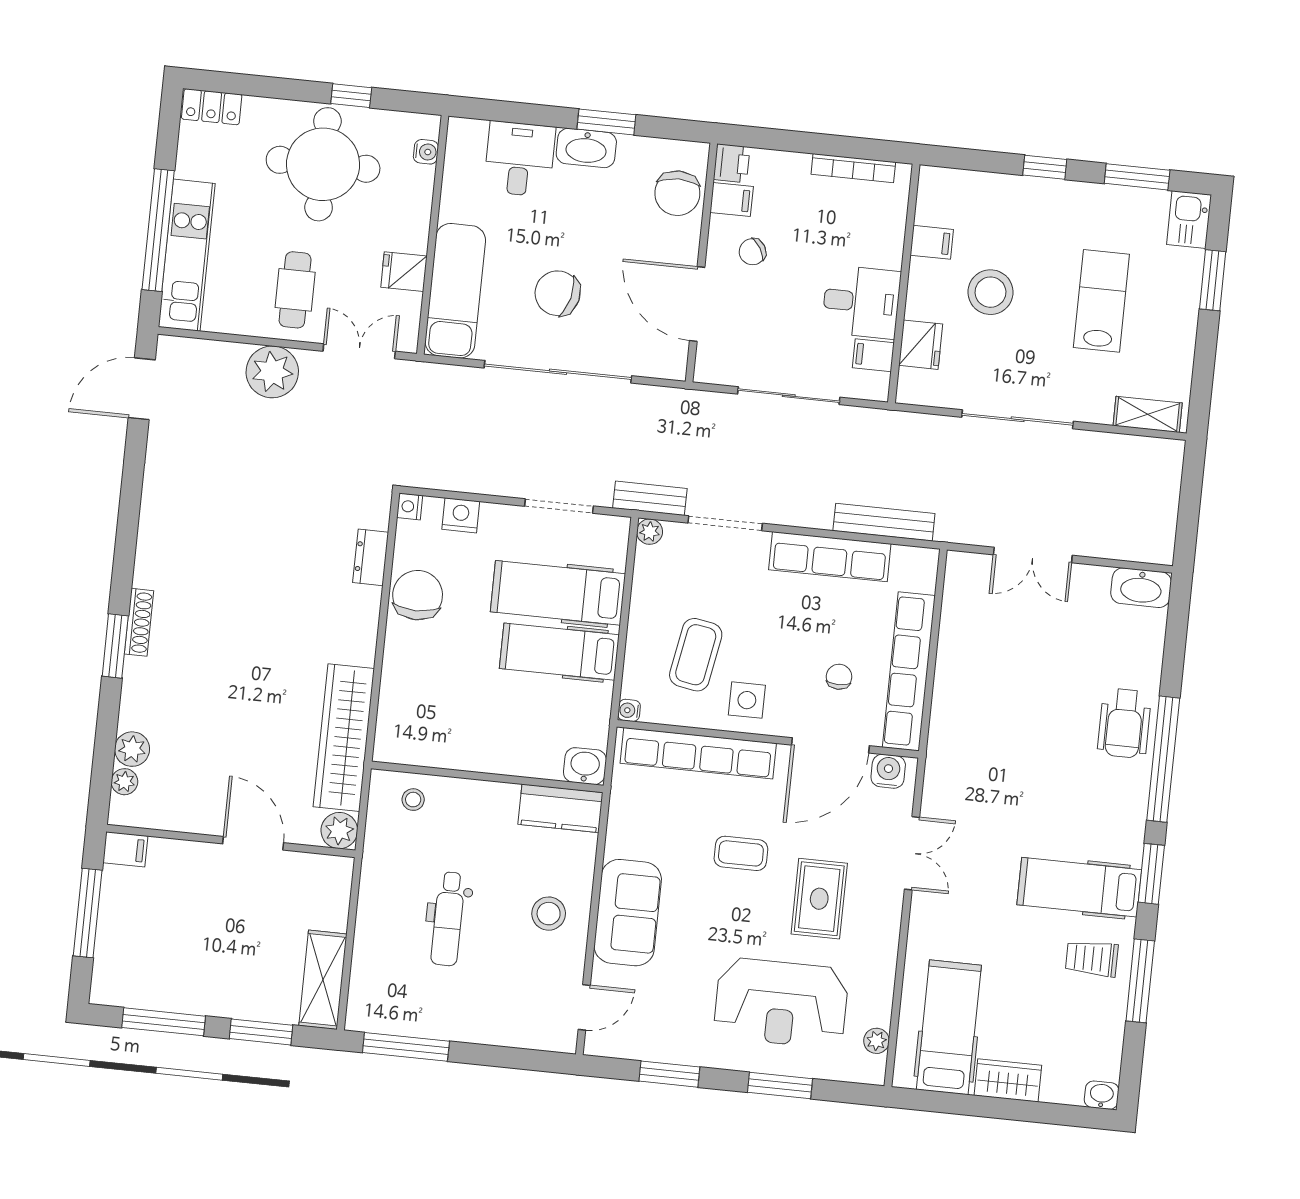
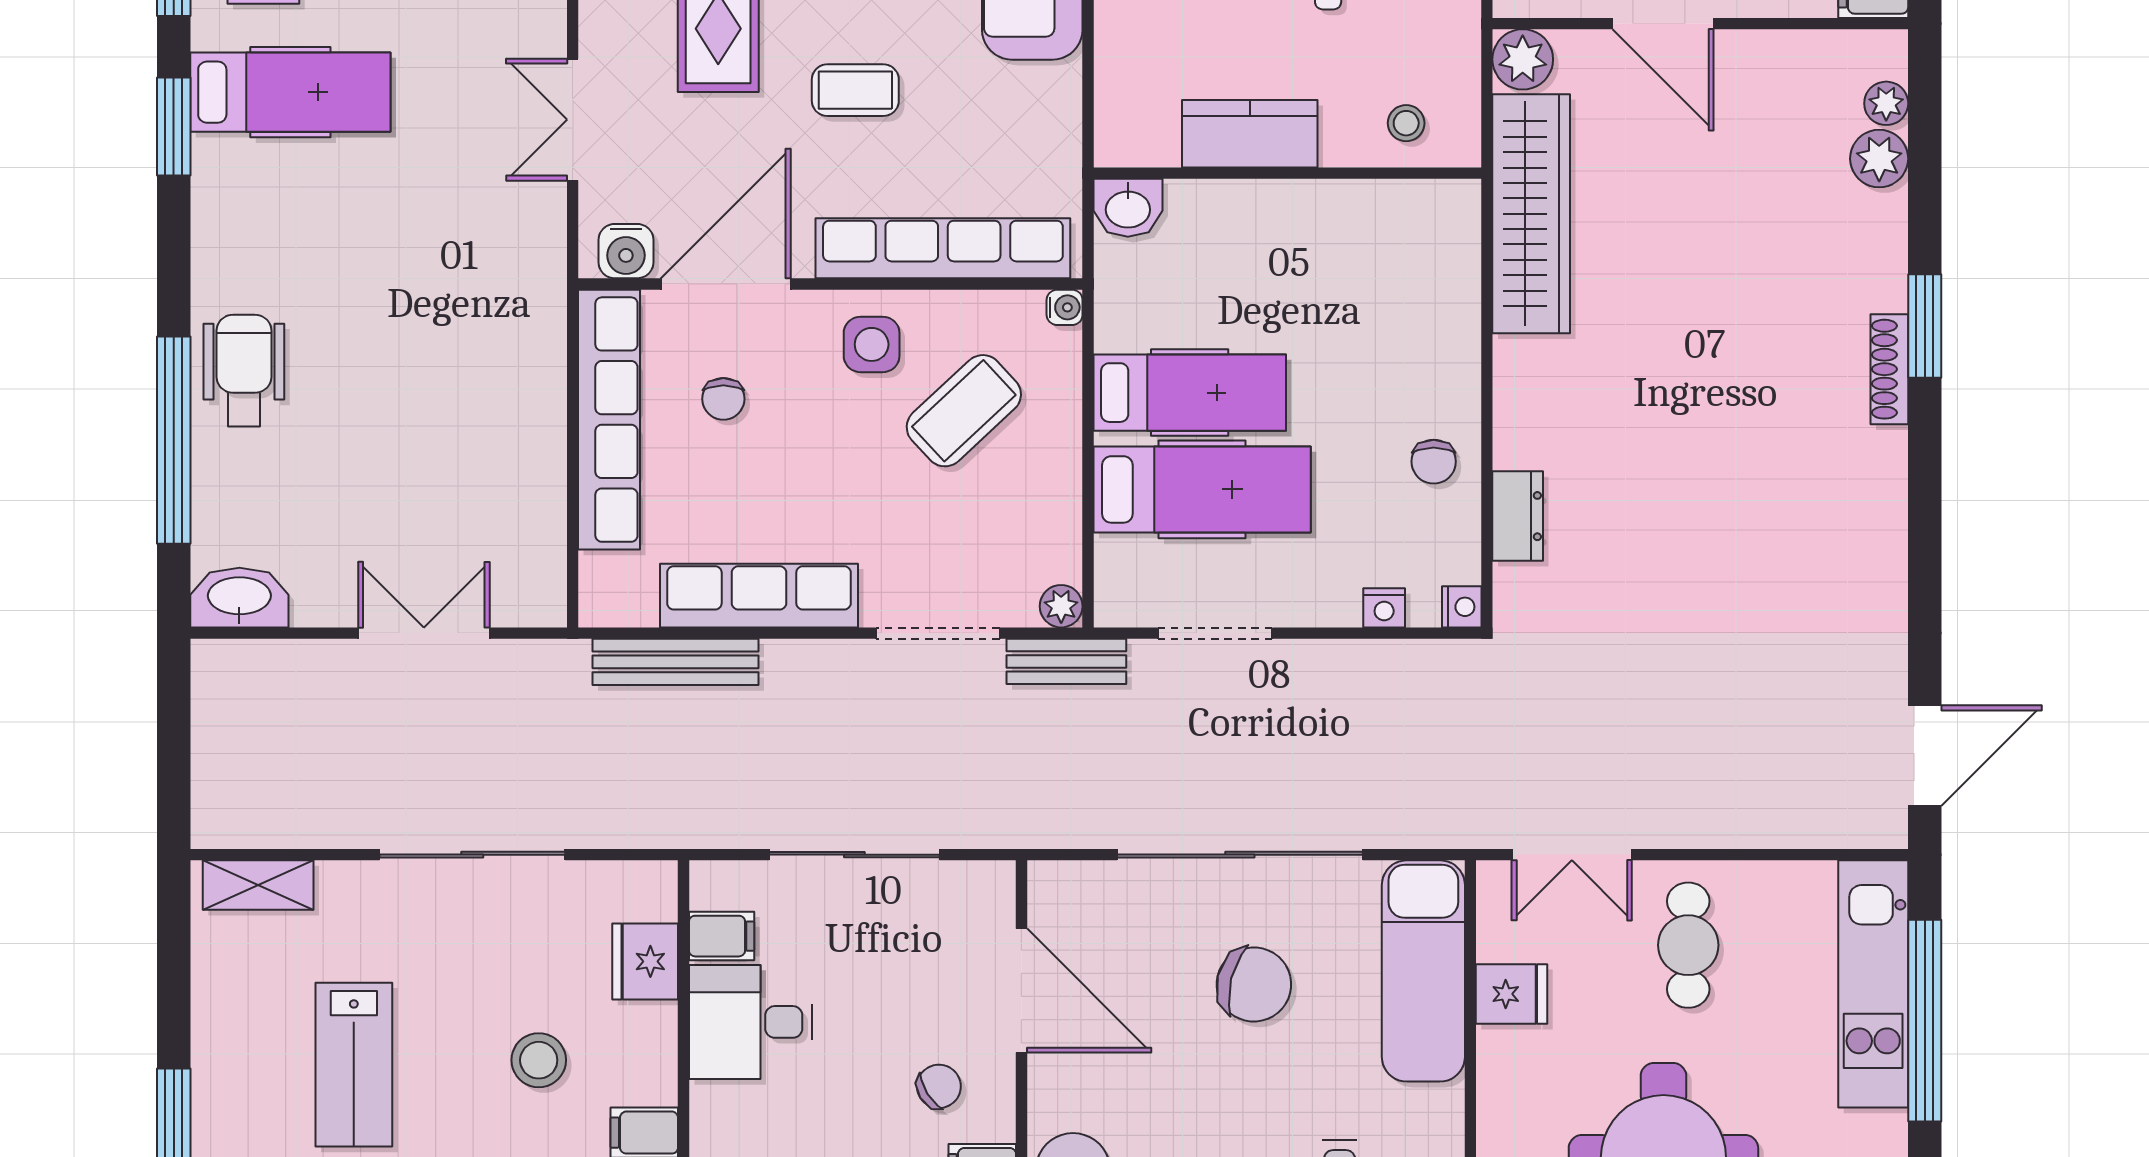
stool: (990, 292) -> (539, 1060), width x0.73, depth x0.73
plant: (272, 372) -> (1712, 806), removed
nightstand: (461, 515) -> (1384, 608), width x0.72, depth x0.74
chair: (418, 595) -> (1434, 462), width x0.54, depth x0.54
coffee table: (696, 655) -> (964, 411), turned 37
window: (1163, 759) -> (174, 440), moved
kitchen counter: (560, 808) -> (1250, 134), moved

